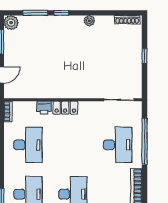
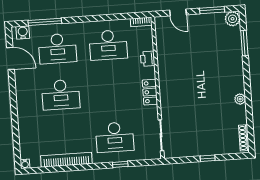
window: (61, 13) -> (246, 70), removed
locker: (65, 108) -> (150, 92), moved
window: (144, 141) -> (120, 164), width x0.32

